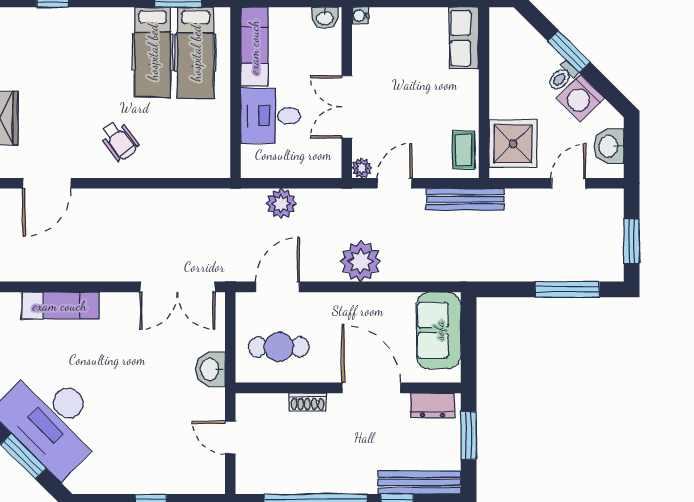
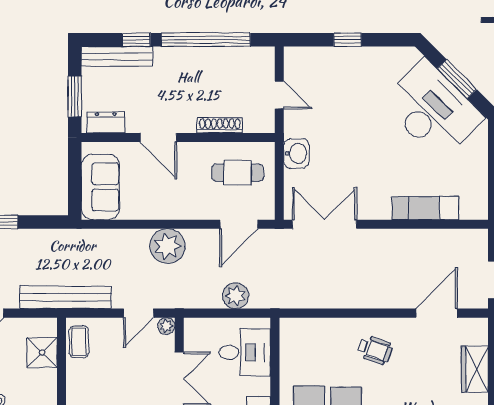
desk: (270, 116) -> (245, 352), moved
wheelchair: (119, 140) -> (375, 350), turned 146
shower: (513, 144) -> (42, 352), width x0.73, depth x0.73
bench: (465, 199) -> (65, 297), width x1.37, depth x1.21
door: (371, 388) -> (158, 138), width x0.73
shoe rack: (307, 402) -> (220, 125), width x1.43

